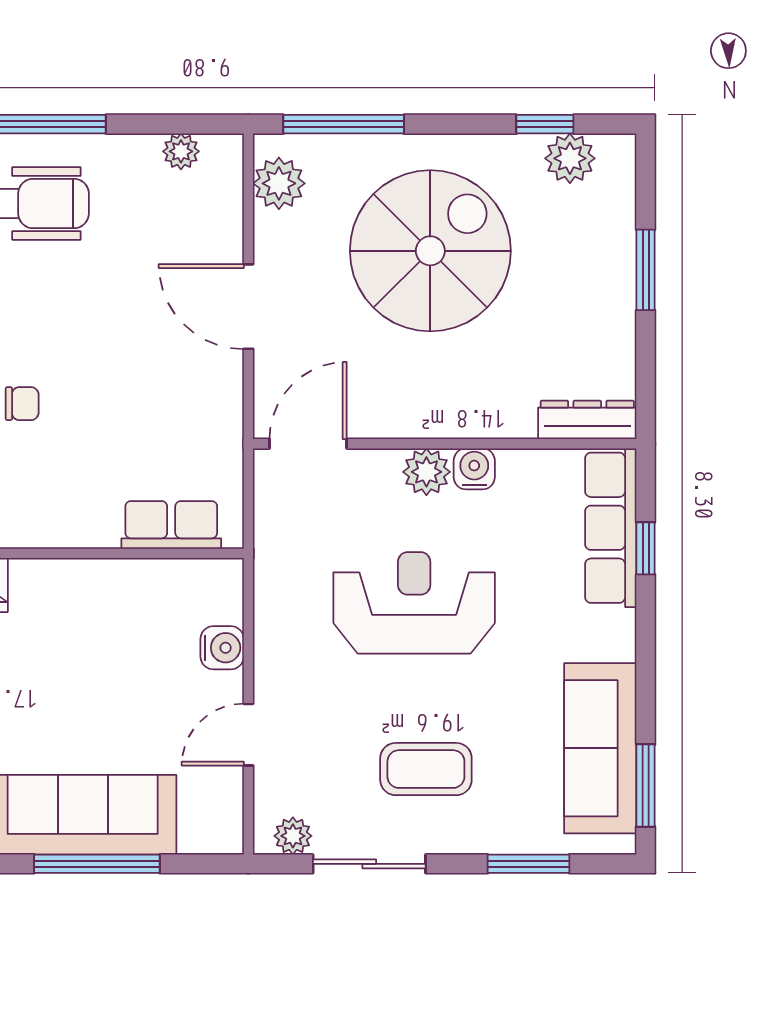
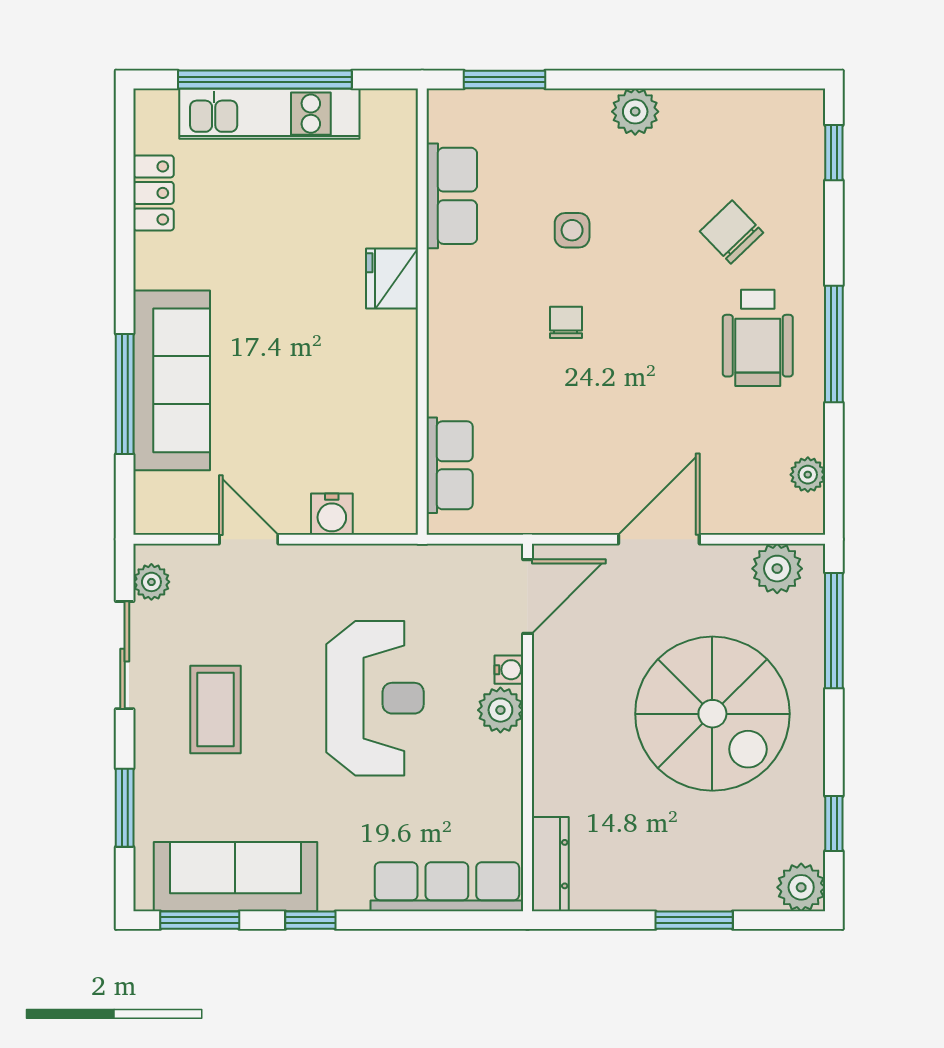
plant: (570, 158) -> (801, 887), moved
chair: (22, 404) -> (566, 322), turned 180
door: (308, 444) -> (527, 597), hinge flipped
water cooler: (474, 469) -> (509, 670), moved, width x0.72, depth x0.72
window: (646, 548) -> (310, 920), moved

